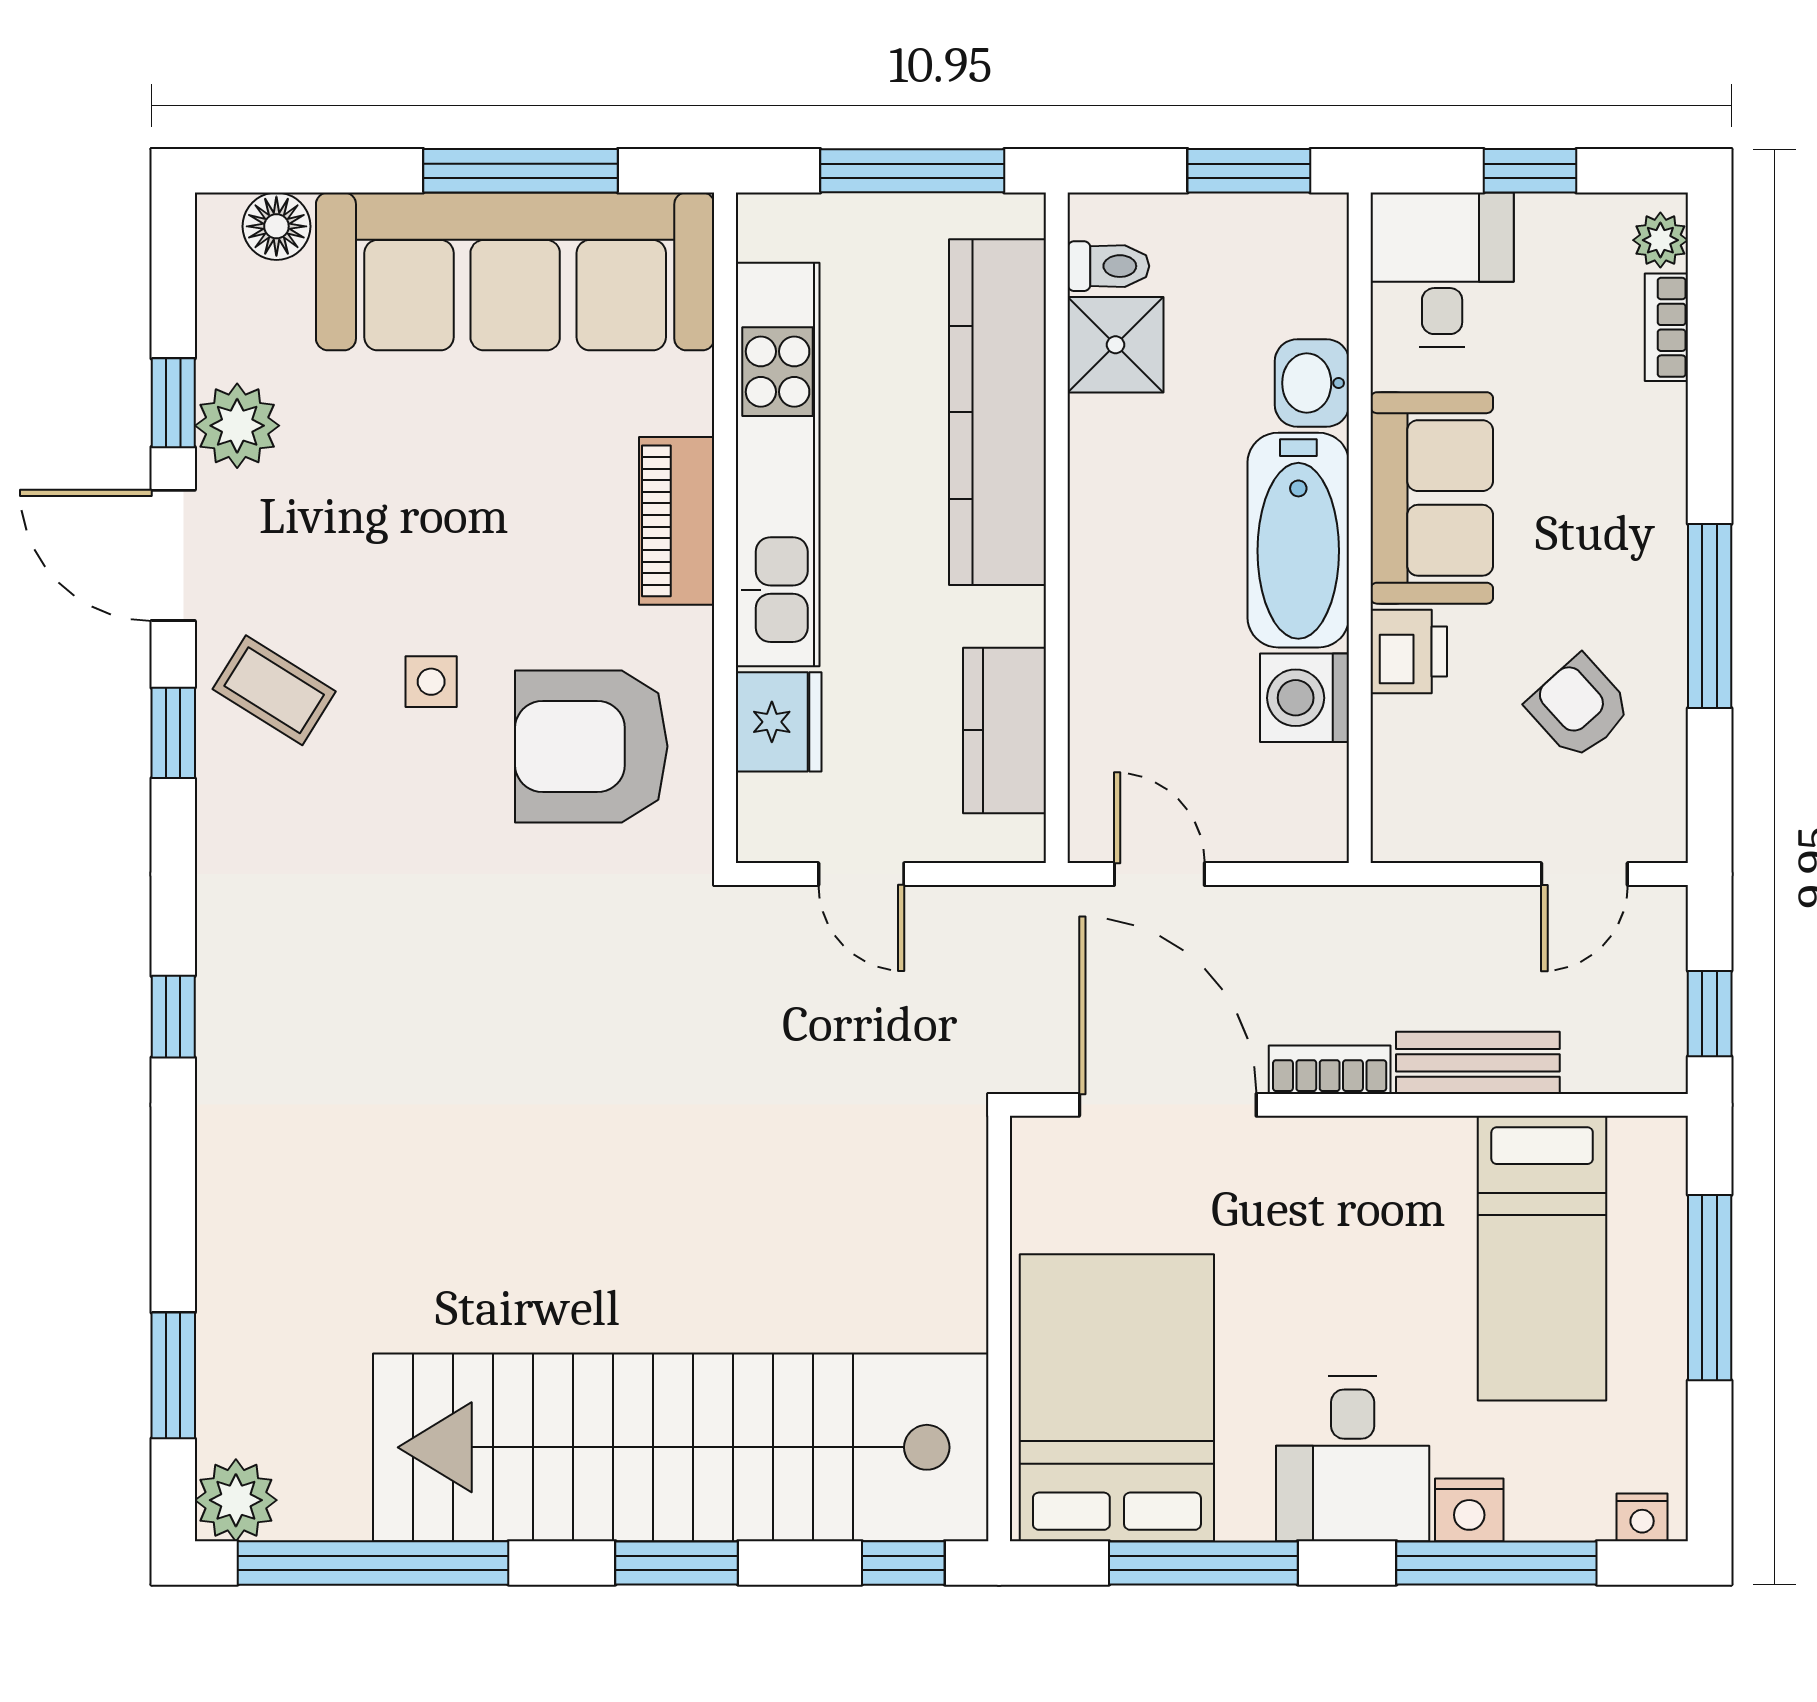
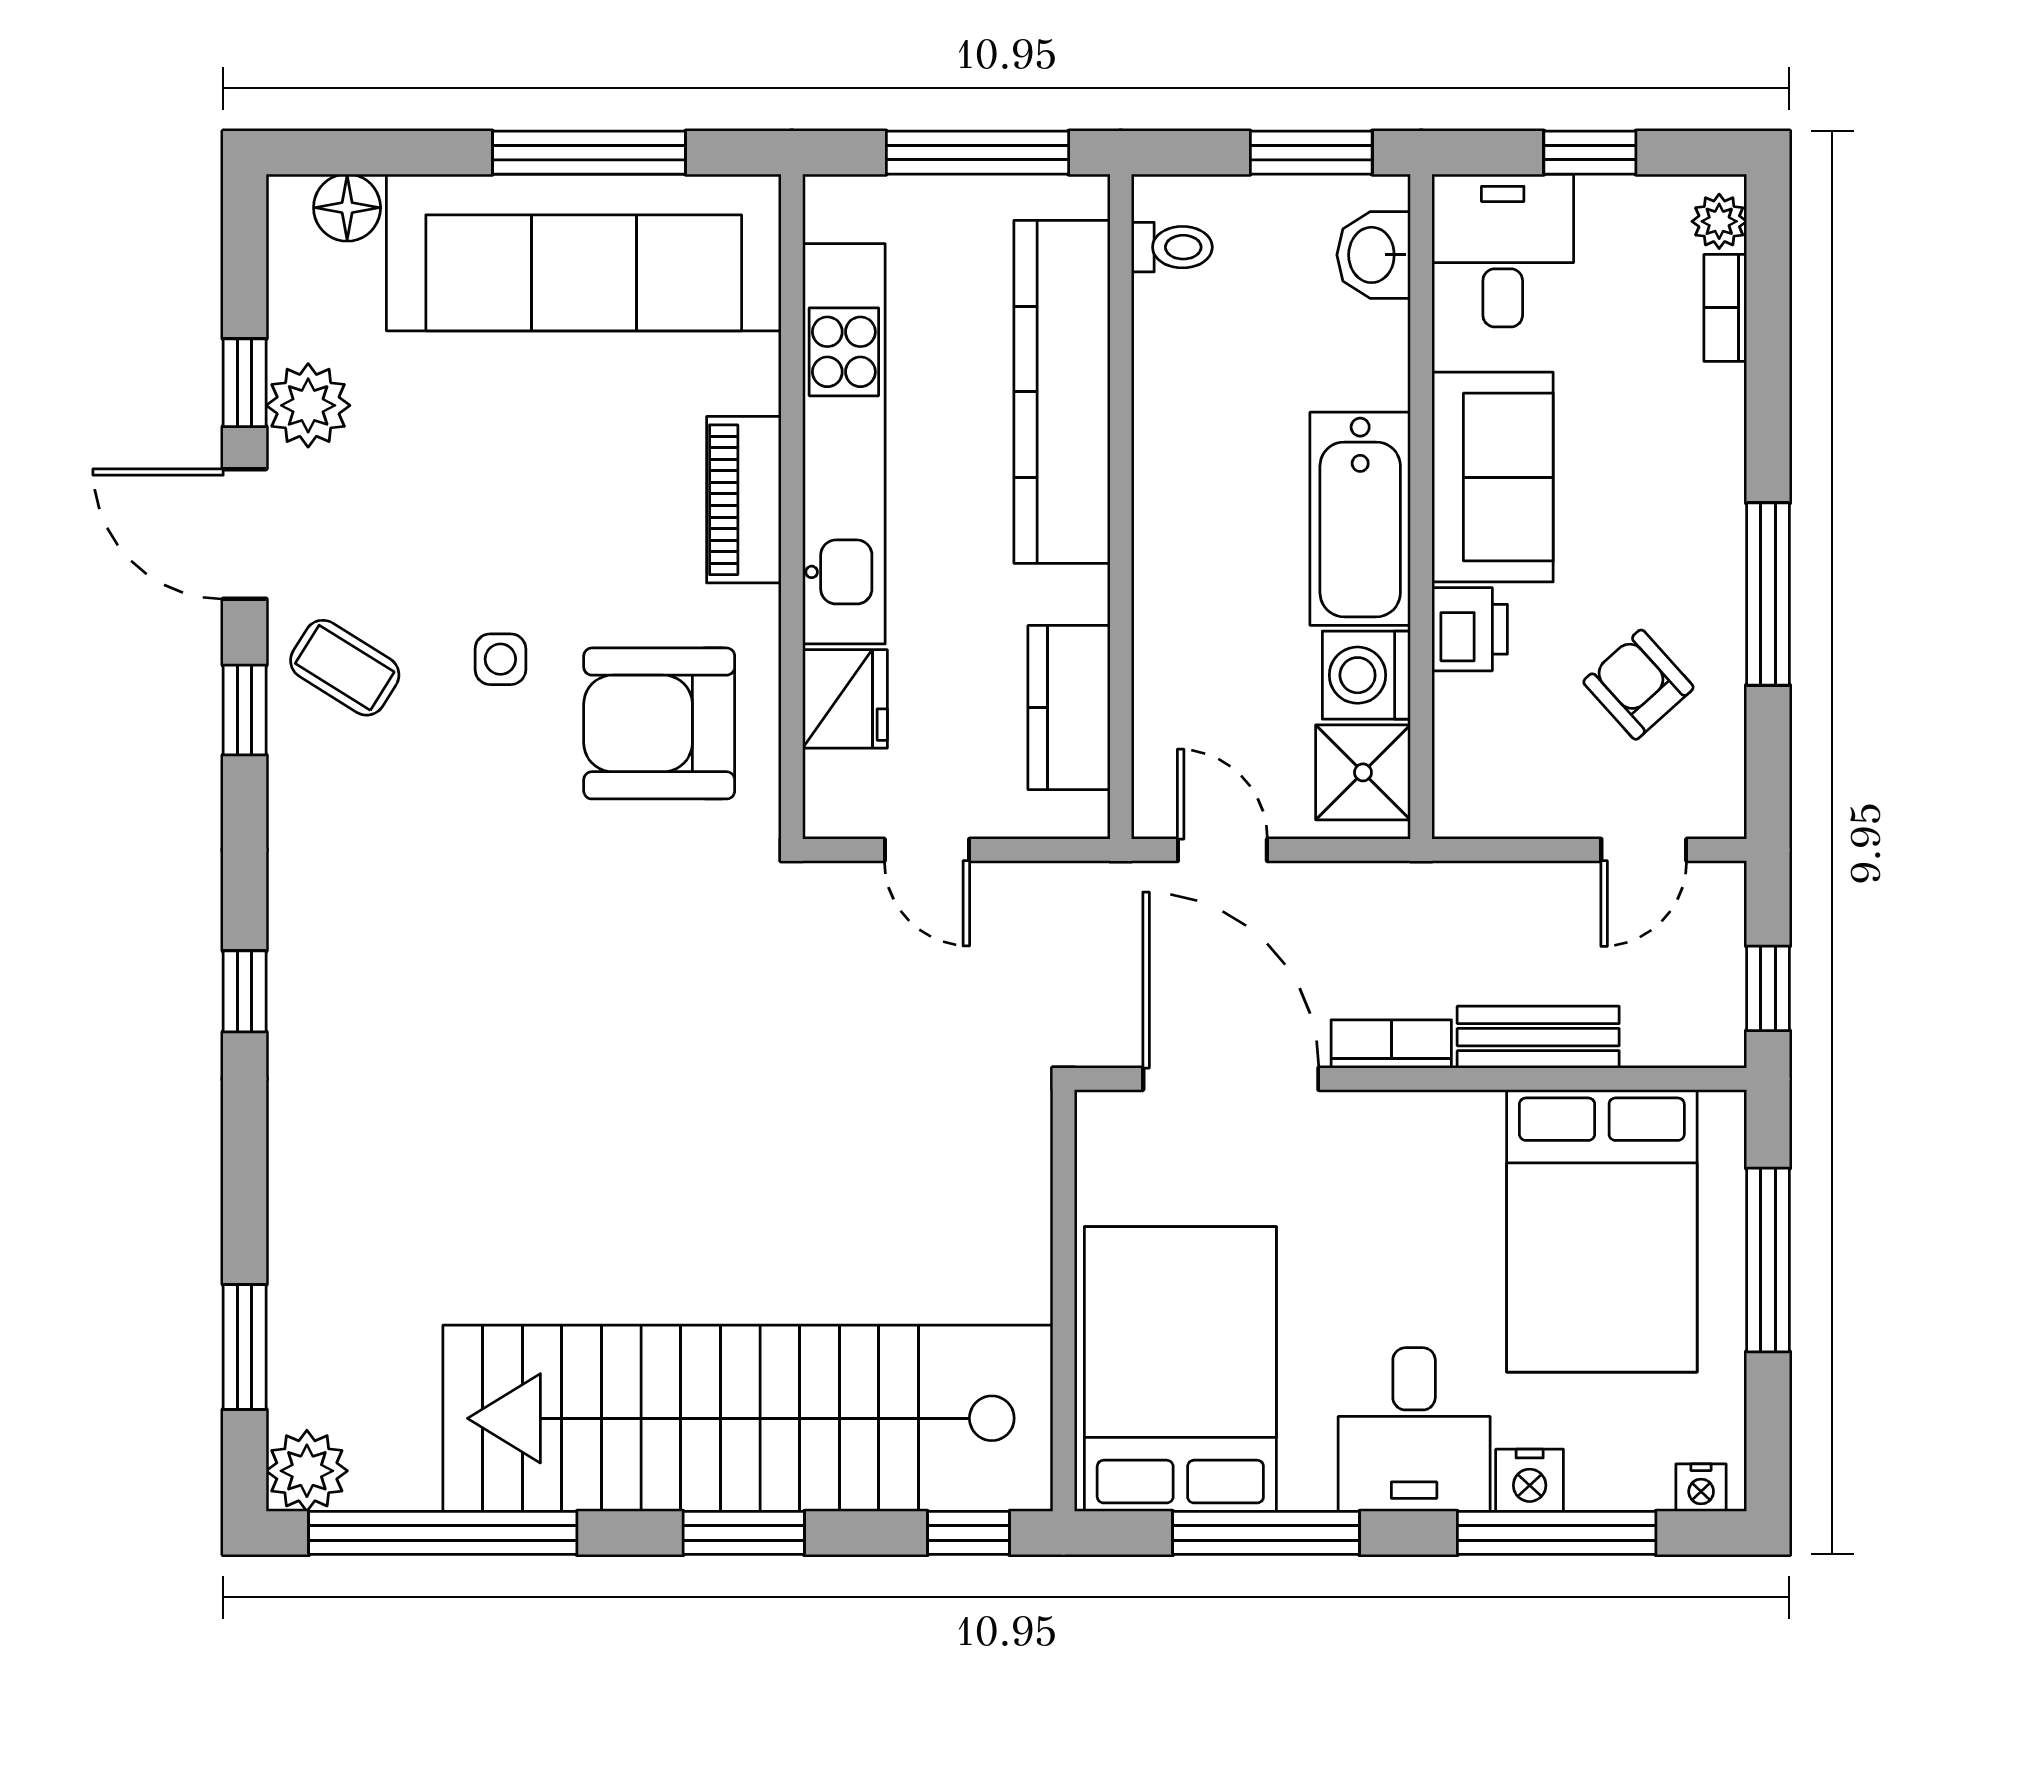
shower: (1115, 345) -> (1363, 772), moved
washbasin: (1312, 383) -> (1374, 255), moved
bed: (1542, 1258) -> (1602, 1231), width x1.50

